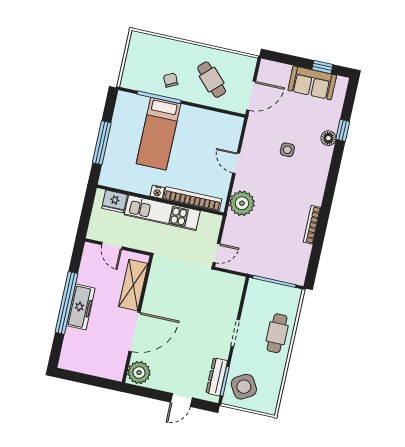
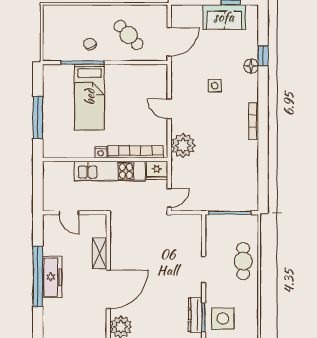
fridge: (115, 201) -> (157, 170), moved
bookcase: (312, 225) -> (254, 121), moved
shelving: (133, 285) -> (100, 253), width x0.67, depth x0.75
side table: (244, 387) -> (223, 319), turned 30

